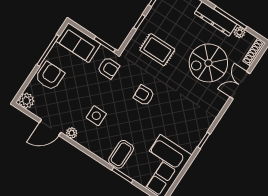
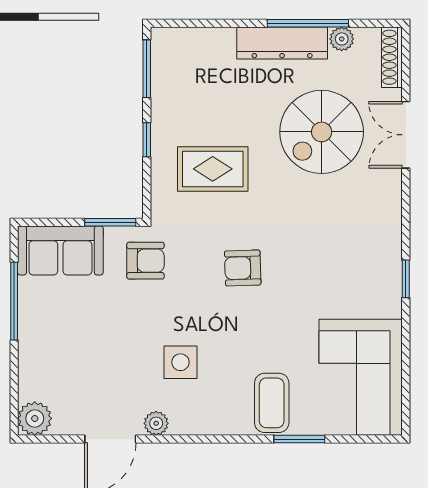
armchair: (50, 76) -> (48, 346), removed

